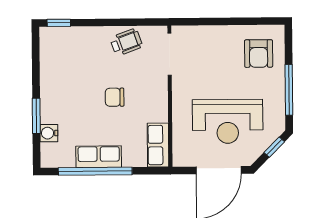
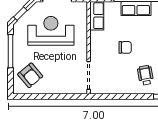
wheelchair: (126, 42) -> (145, 75), moved, turned 100
armchair: (259, 54) -> (30, 75), turned 140

